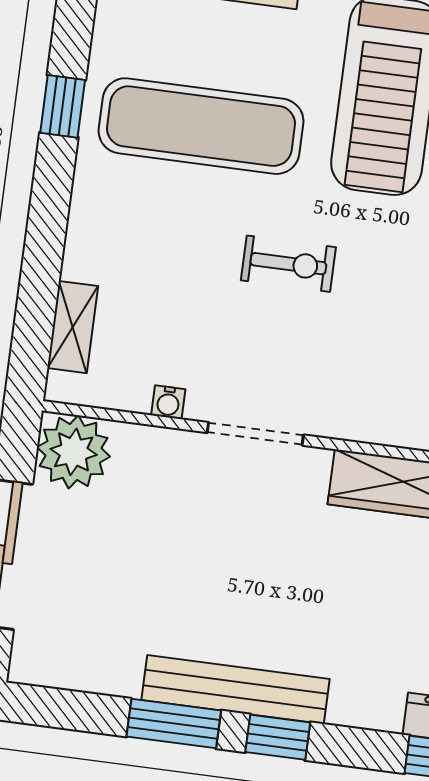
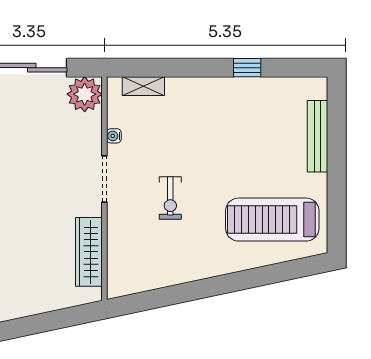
exercise mat: (201, 126) -> (246, 134), removed
exercise bike: (288, 264) -> (170, 198), moved

